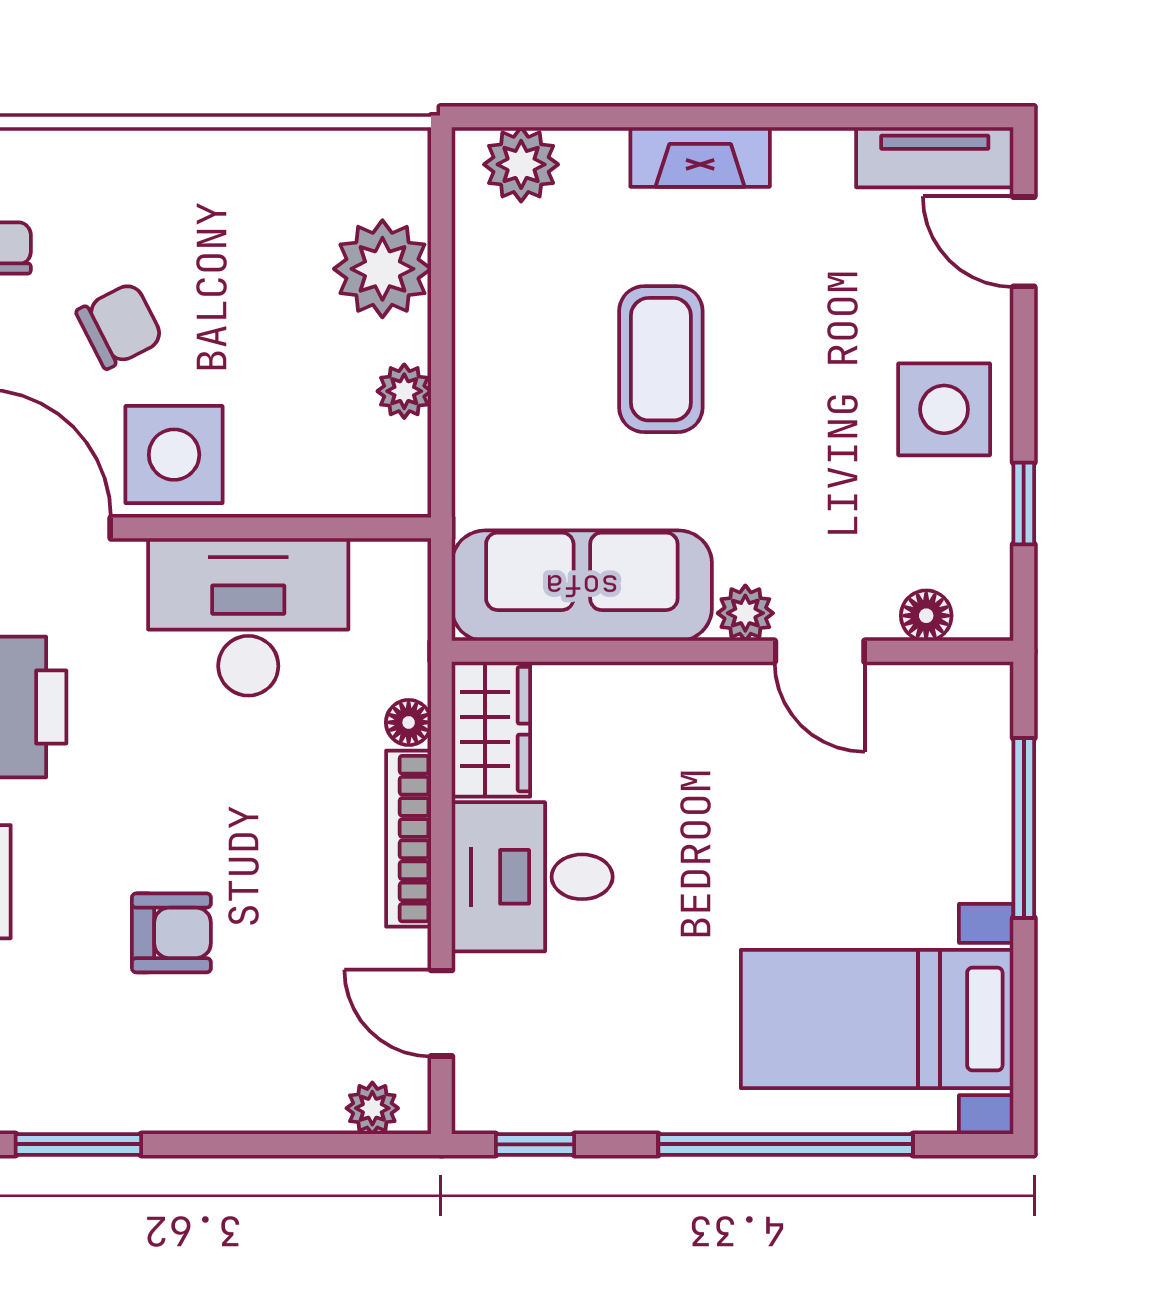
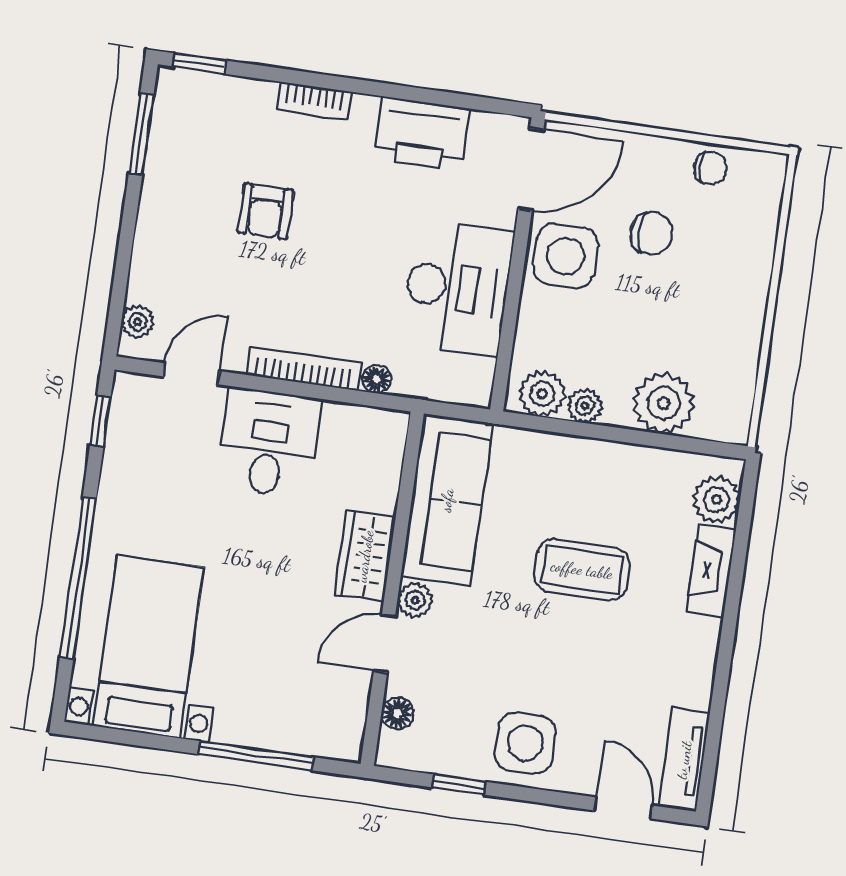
fireplace: (700, 157) -> (711, 571), moved
door: (1024, 242) -> (623, 808), hinge flipped
chair: (120, 326) -> (651, 233), turned -63
plant: (395, 460) -> (542, 394), added
wardrobe: (491, 729) -> (365, 556), moved, turned 90

